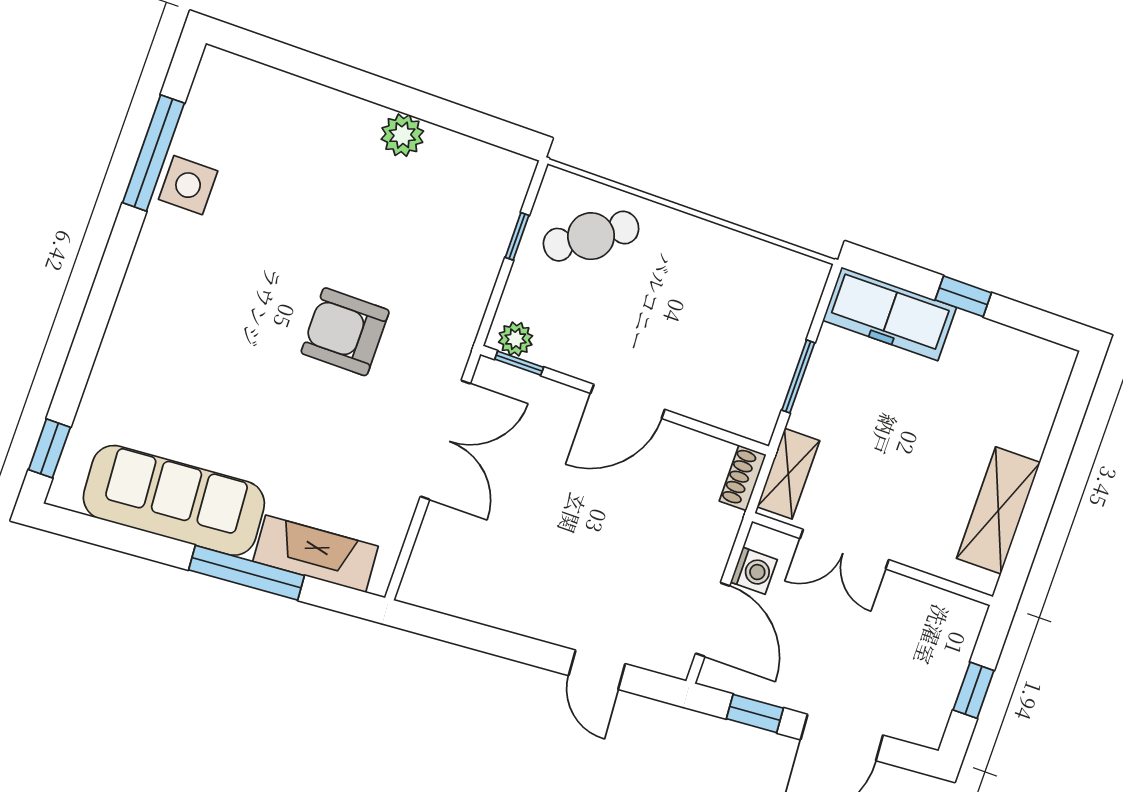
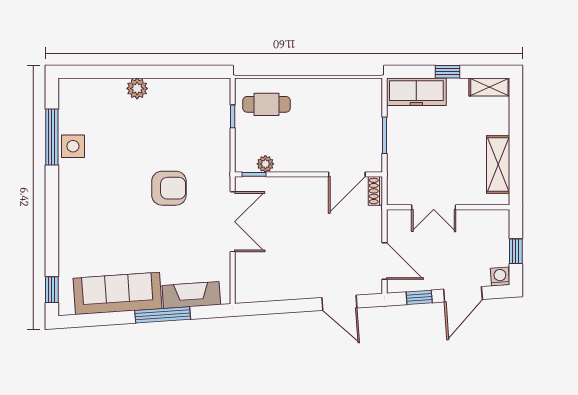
plant: (402, 135) -> (137, 88), moved
cafe table: (591, 236) -> (266, 104), turned 34
armchair: (345, 332) -> (169, 188), turned 180
plant: (516, 339) -> (265, 164), moved
door: (628, 401) -> (347, 174), moved
shelving: (788, 474) -> (489, 87), moved, turned 90
washing machine: (754, 571) -> (500, 277), moved, turned -94
door: (597, 670) -> (339, 303), width x1.38

